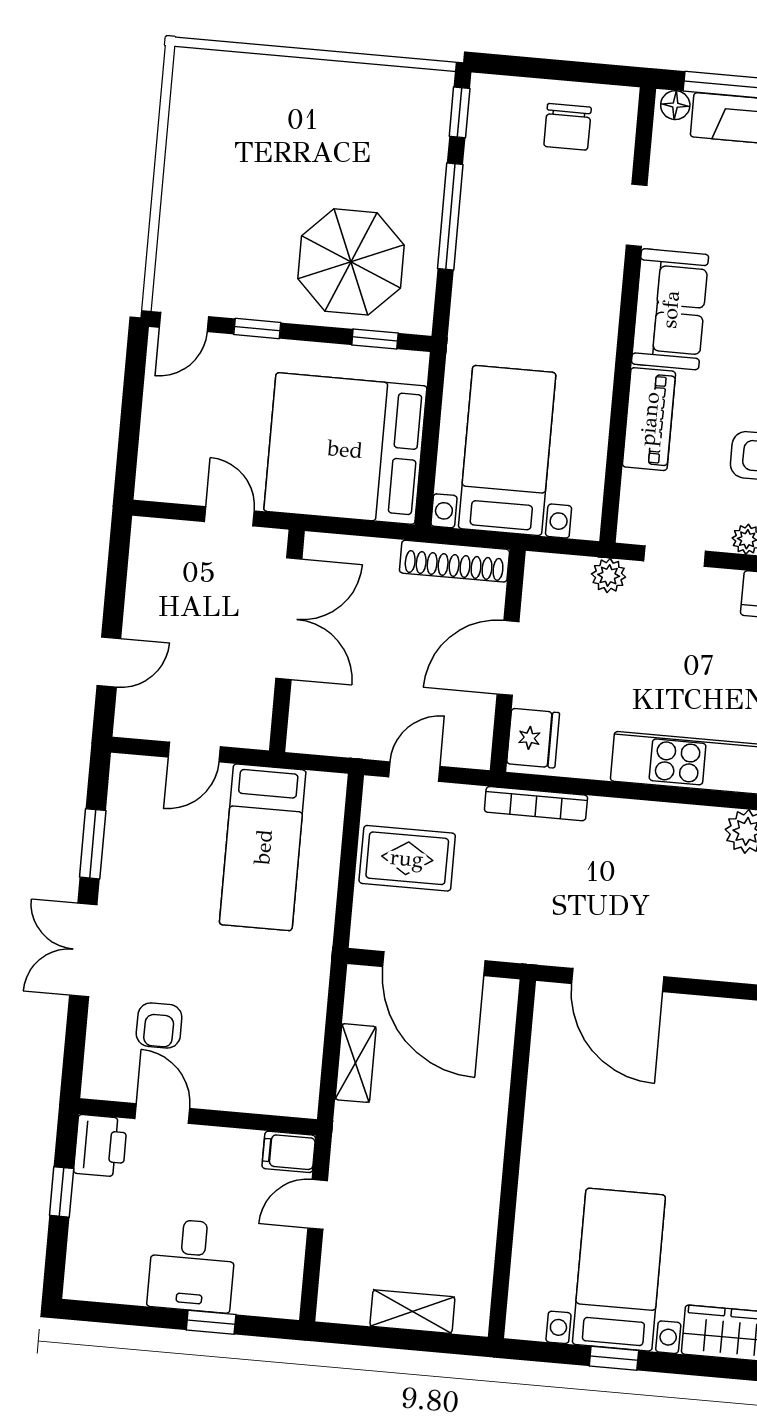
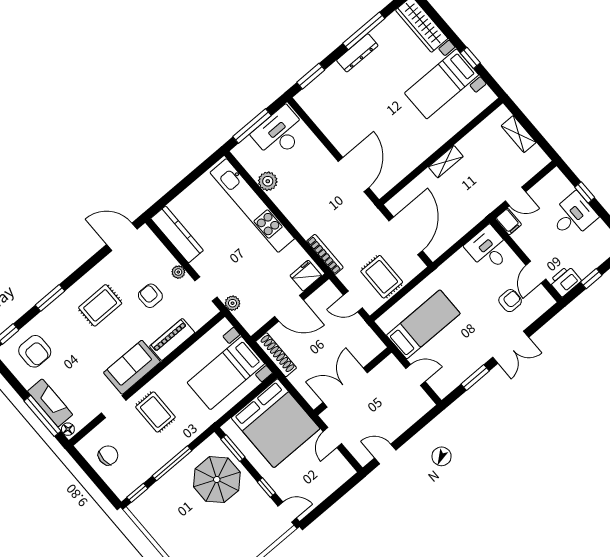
rug: (560, 274) -> (155, 412), added
window: (375, 339) -> (233, 448), width x1.50
door: (109, 662) -> (385, 454), moved
shelving: (356, 1063) -> (446, 162), moved
desk: (277, 1075) -> (488, 249), added

